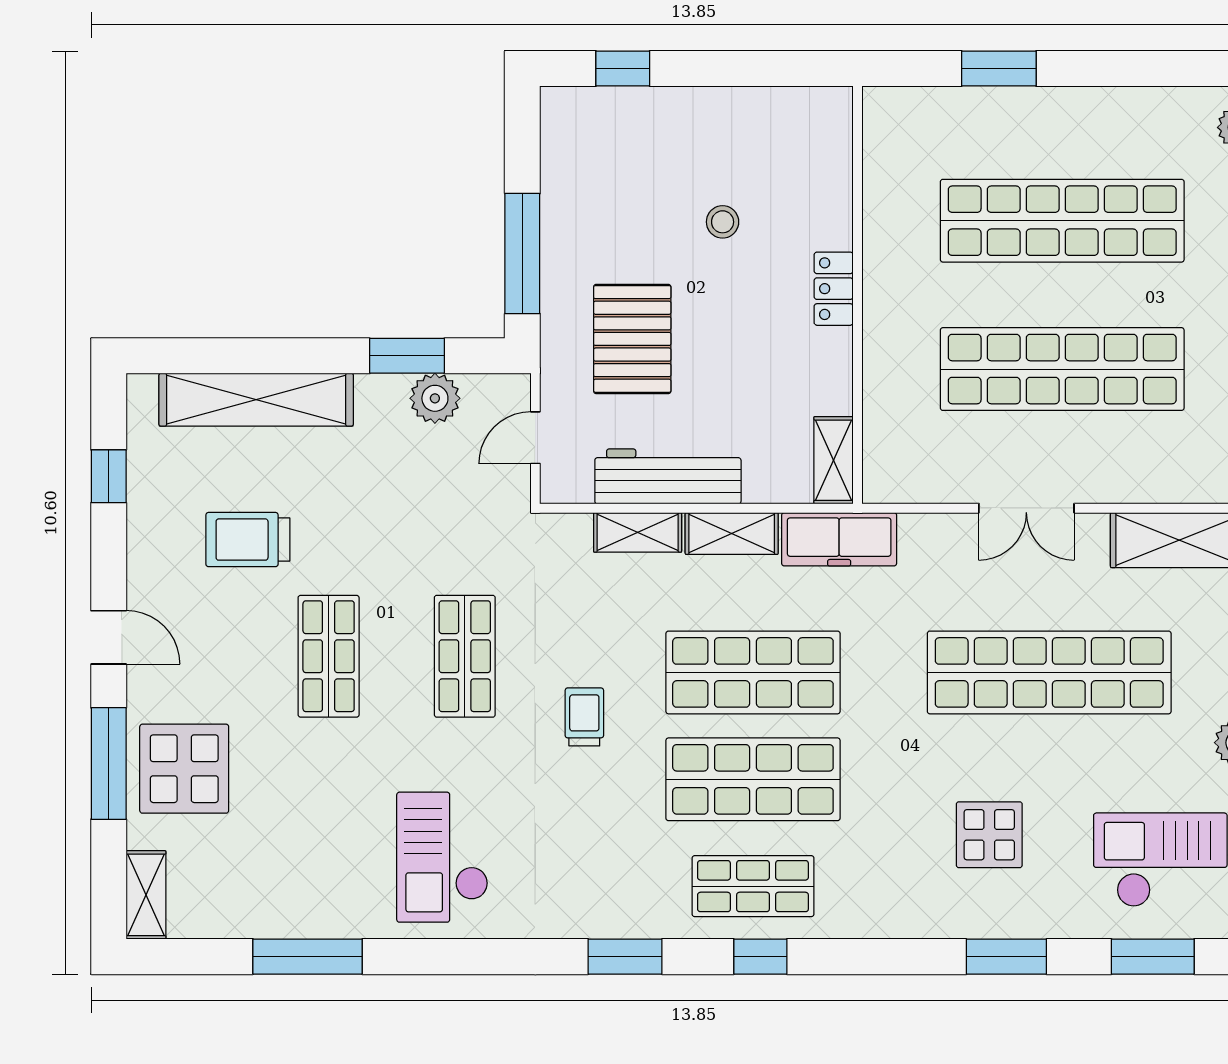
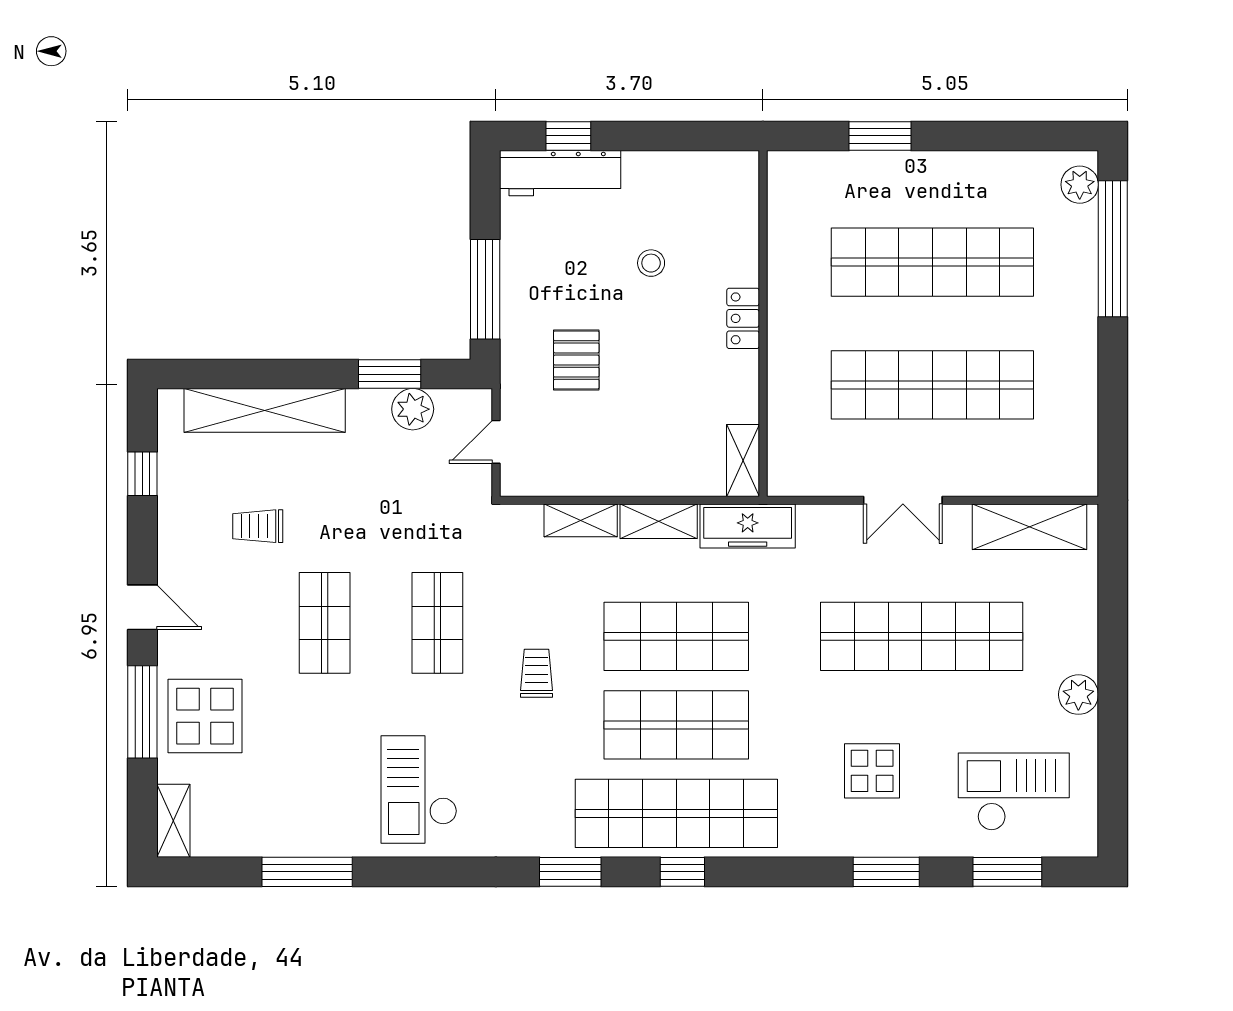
pallet: (632, 339) -> (576, 360), width x0.67, depth x0.71
workbench: (668, 476) -> (560, 173), moved, turned 180
trolley: (248, 540) -> (258, 526), width x0.73, depth x0.72
shop shelf: (753, 886) -> (676, 813), width x2.00, depth x1.36

